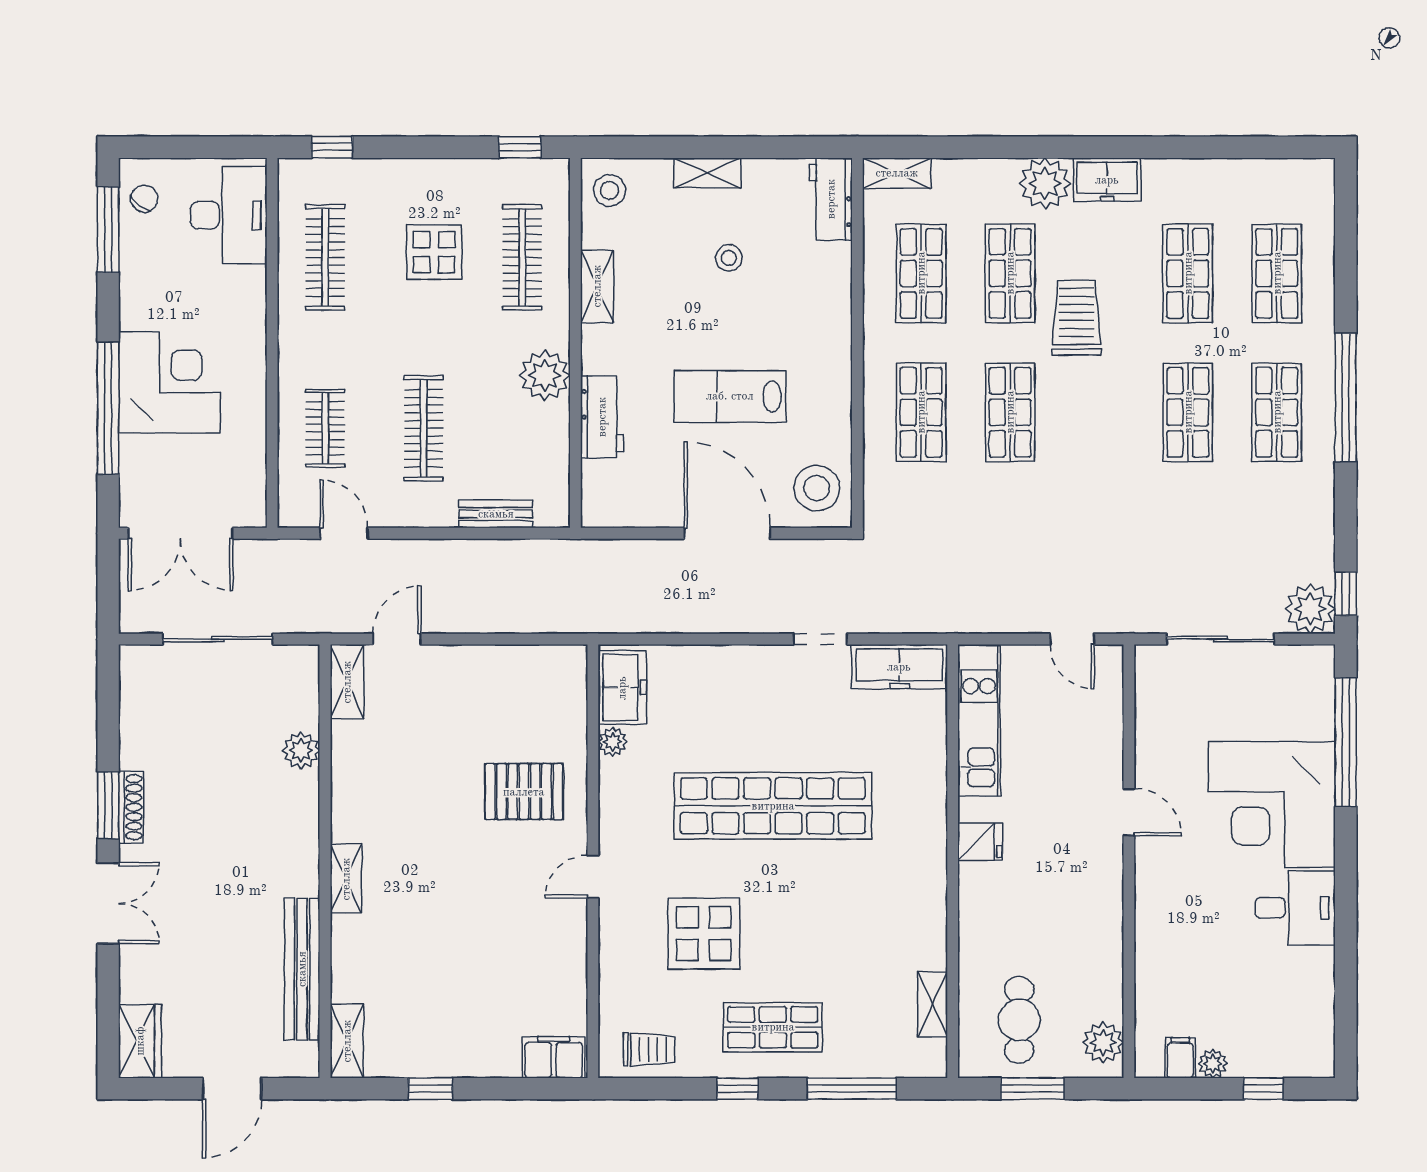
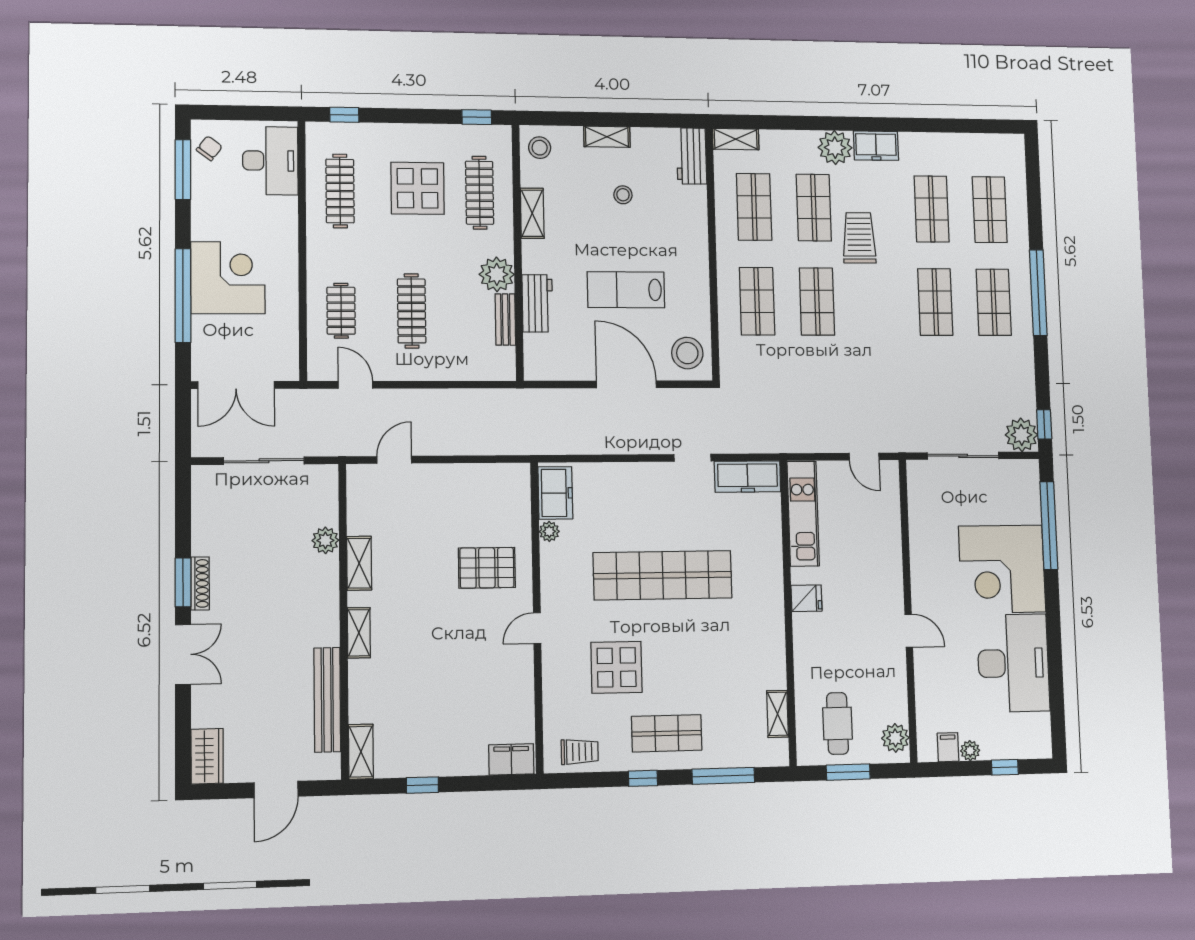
display table: (434, 252) -> (418, 188), width x1.36, depth x1.36
bench: (496, 514) -> (505, 320), moved, turned 90
shelving: (347, 682) -> (359, 563), moved
door: (1129, 812) -> (909, 631), moved
desk: (1295, 908) -> (1013, 663), width x1.87, depth x1.30

